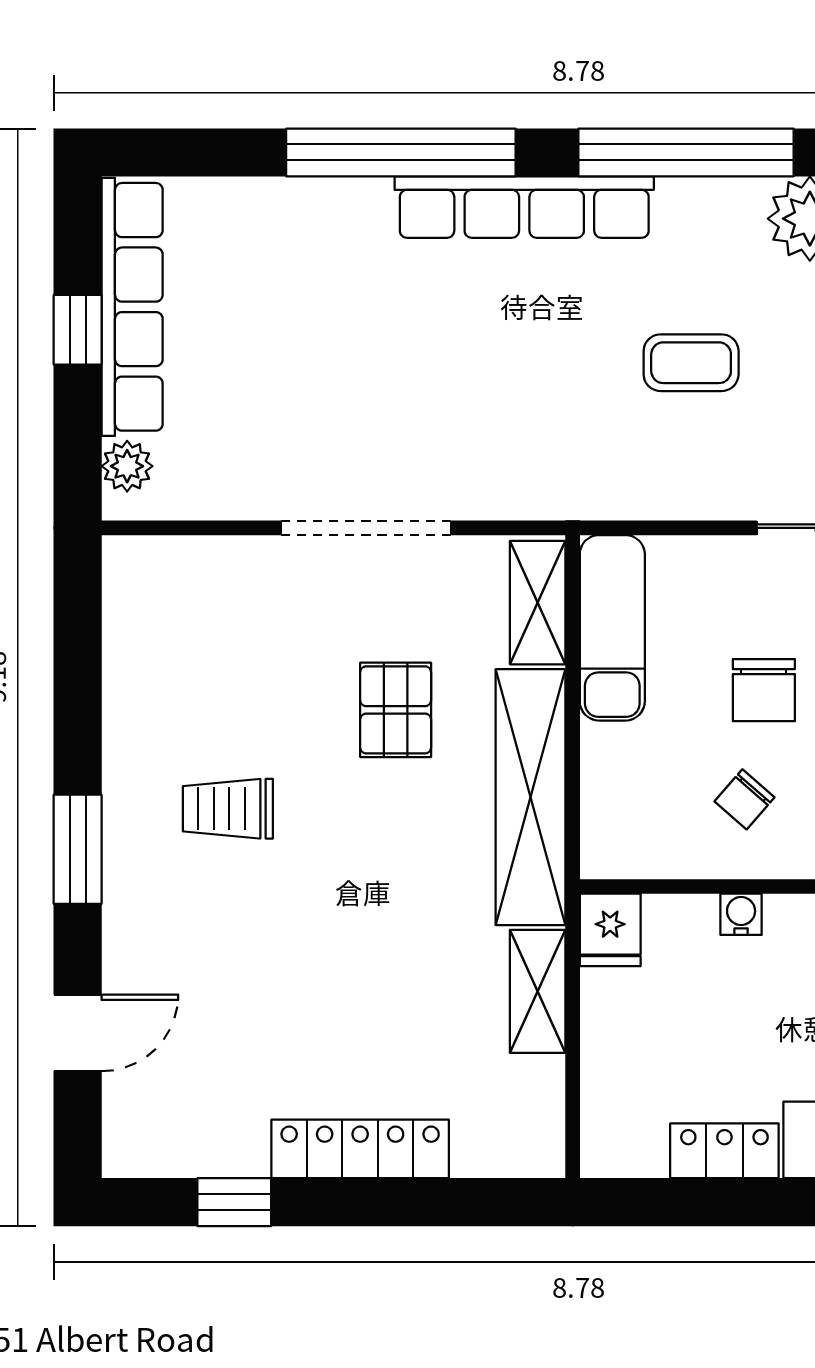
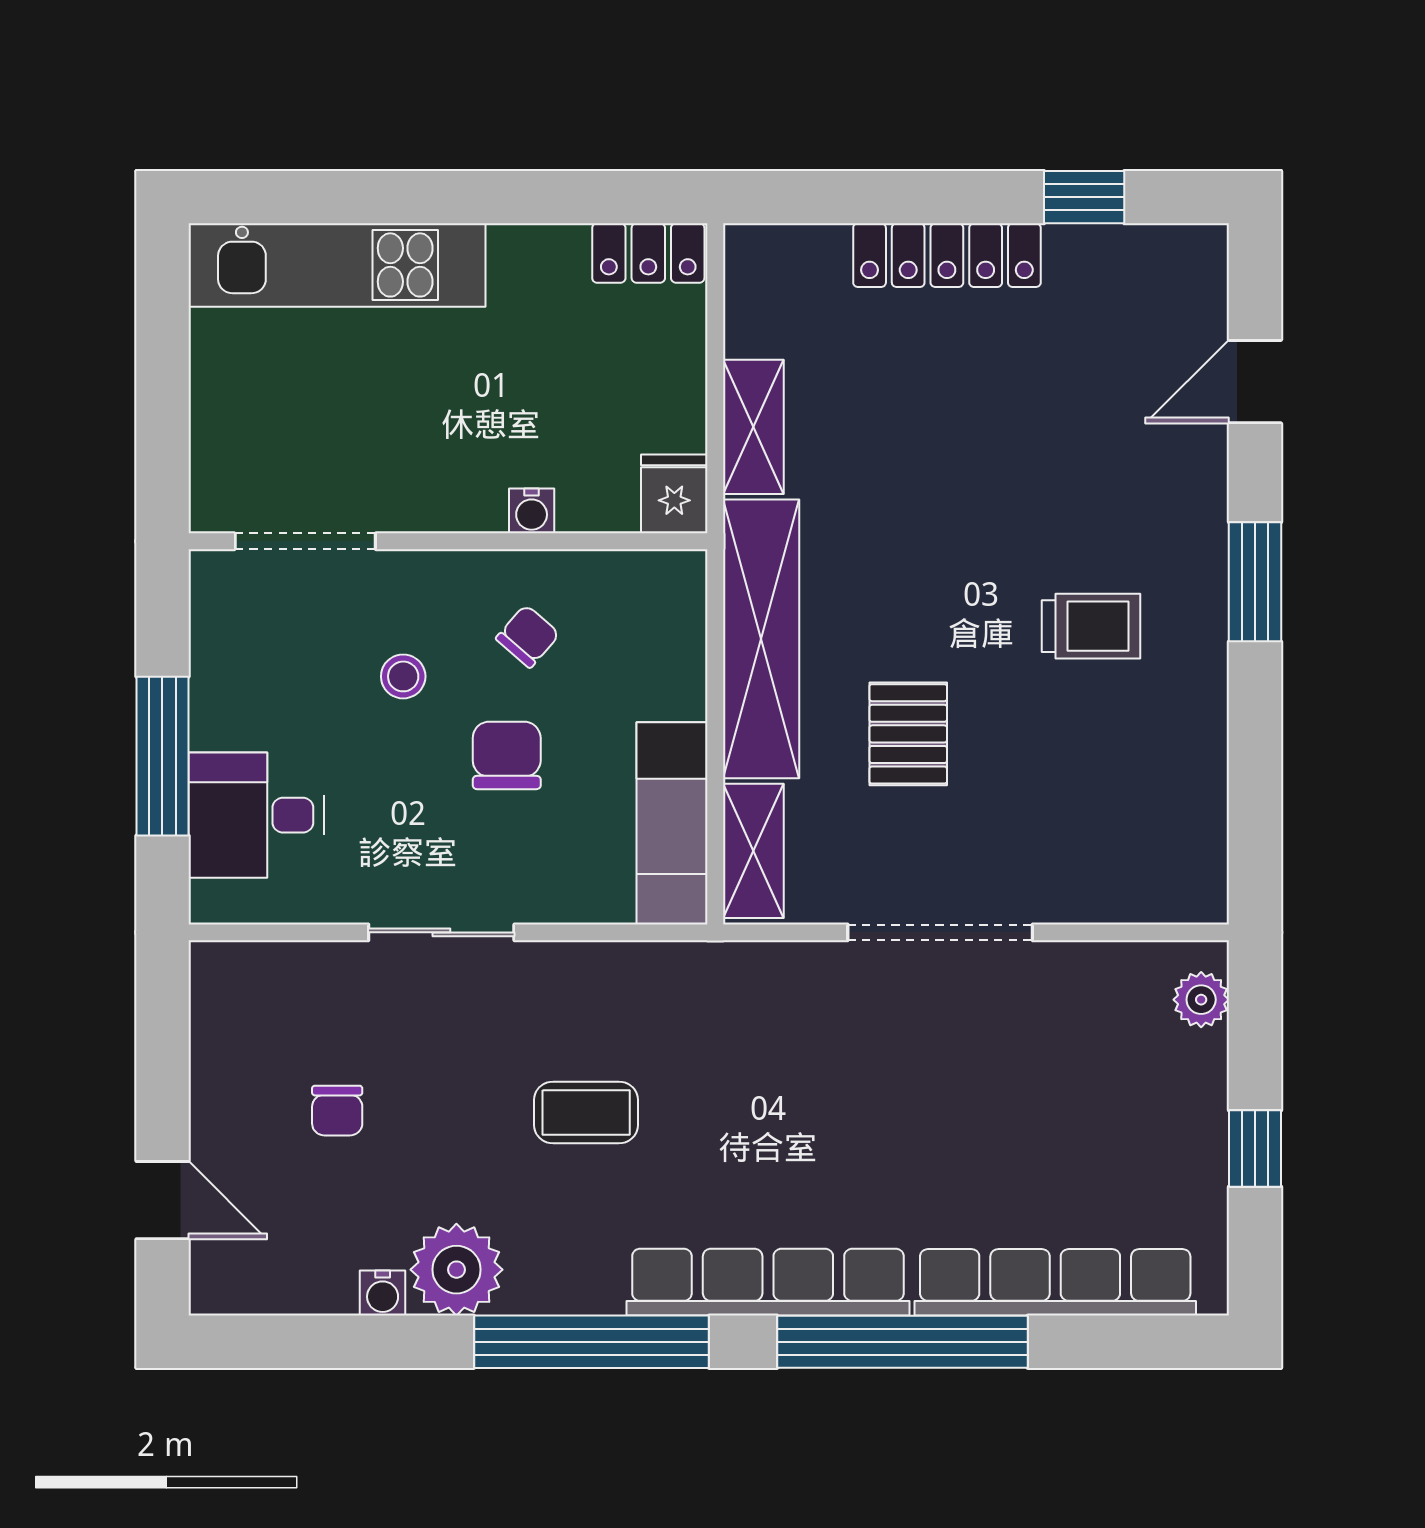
row of seats: (132, 307) -> (1055, 1282), moved, turned 90
locker: (724, 1151) -> (648, 253), moved

